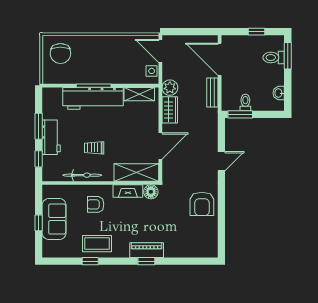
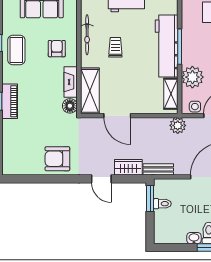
plant: (123, 73) -> (192, 77), added
bench: (212, 92) -> (158, 169), moved
washbasin: (279, 93) -> (194, 238), moved
wardrobe: (170, 110) -> (128, 167), moved, turned 180

